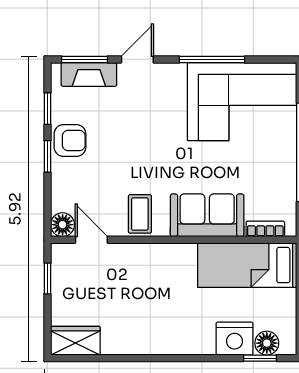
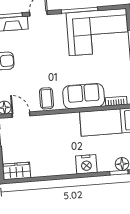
nightstand: (234, 339) -> (86, 164), moved

